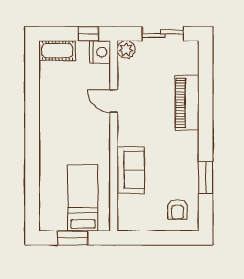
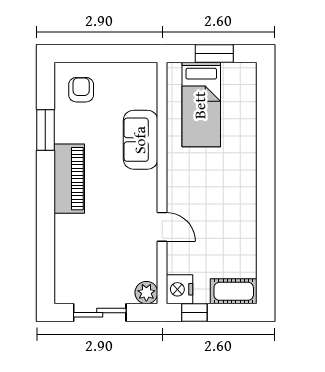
piano: (187, 103) -> (69, 179), moved

